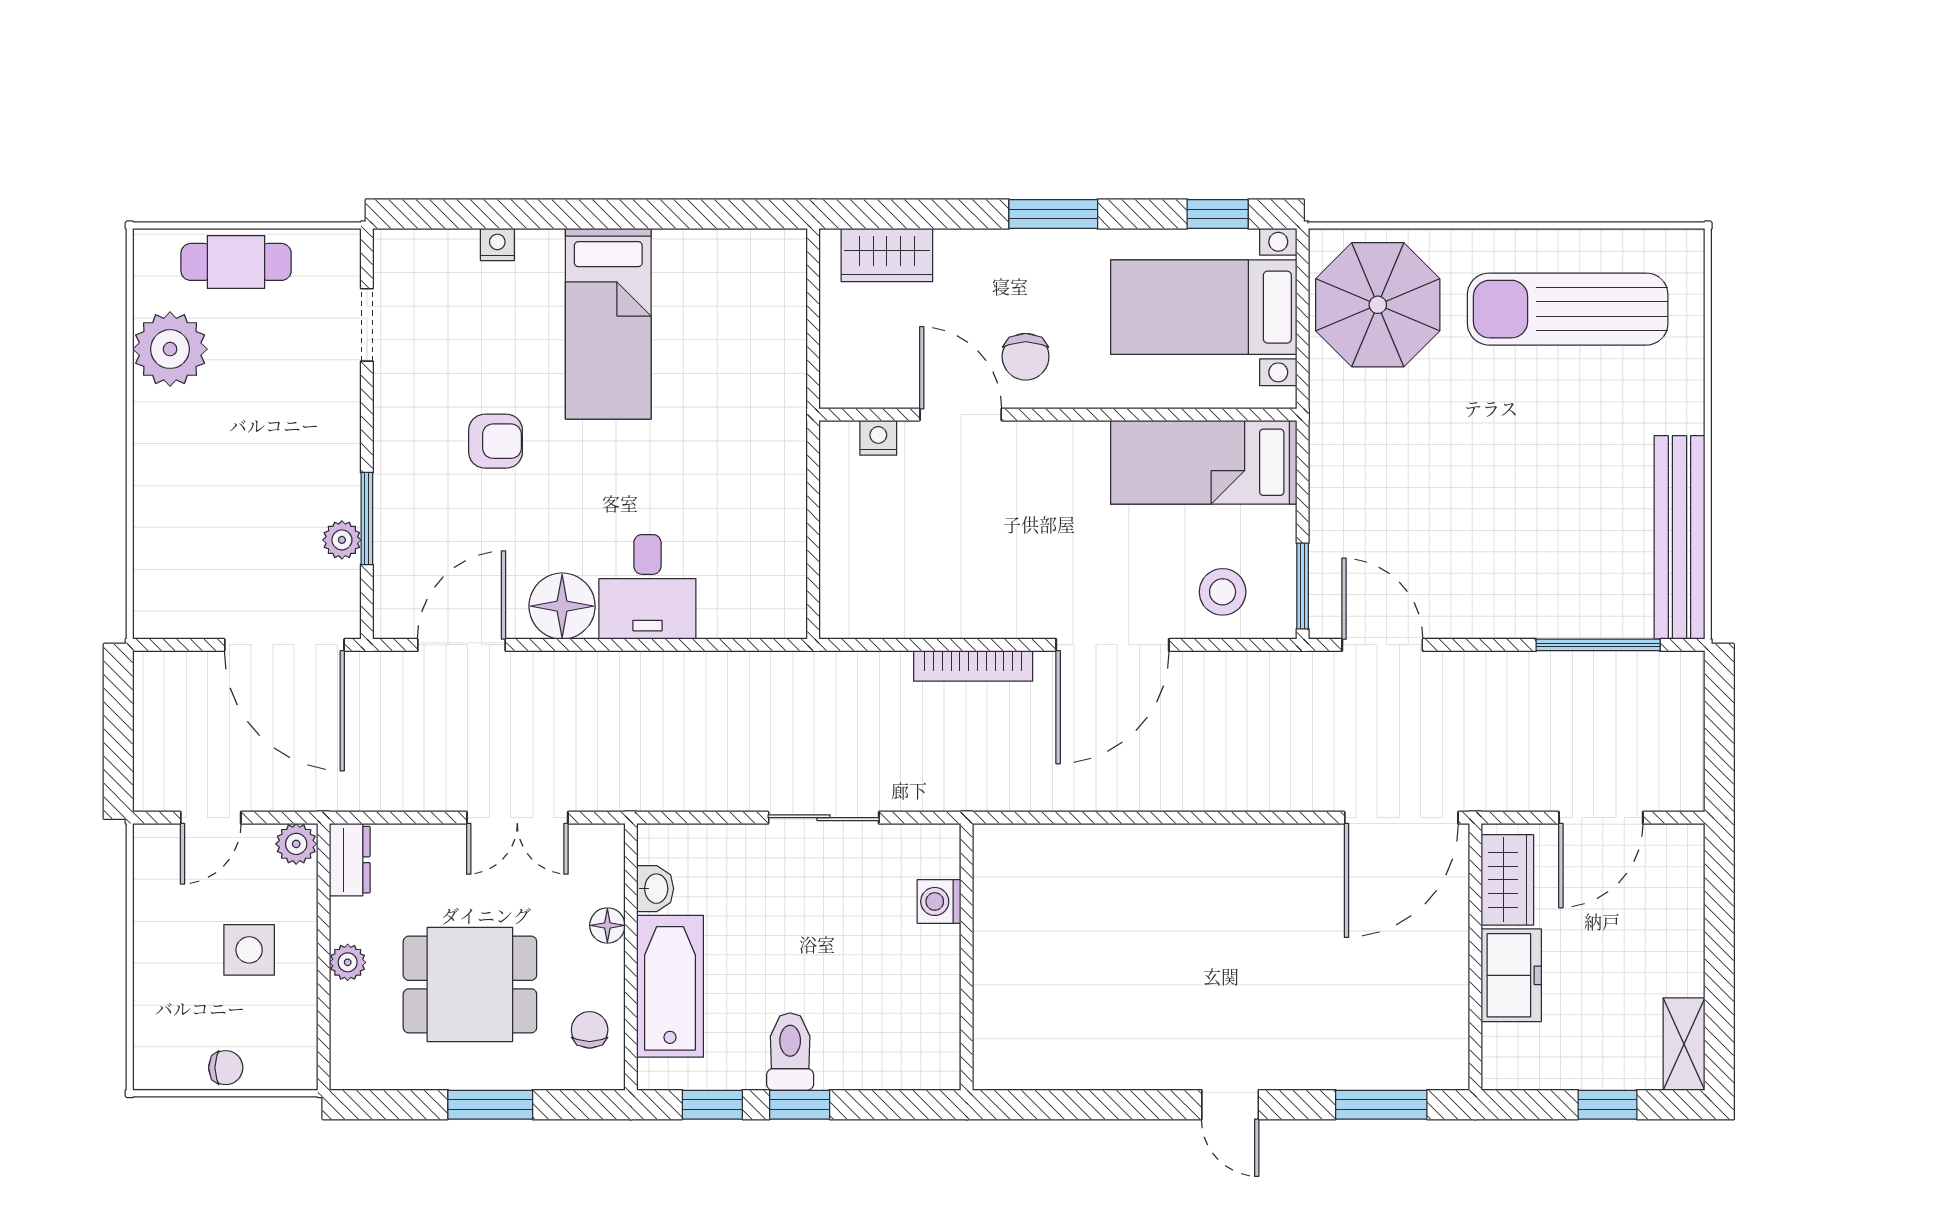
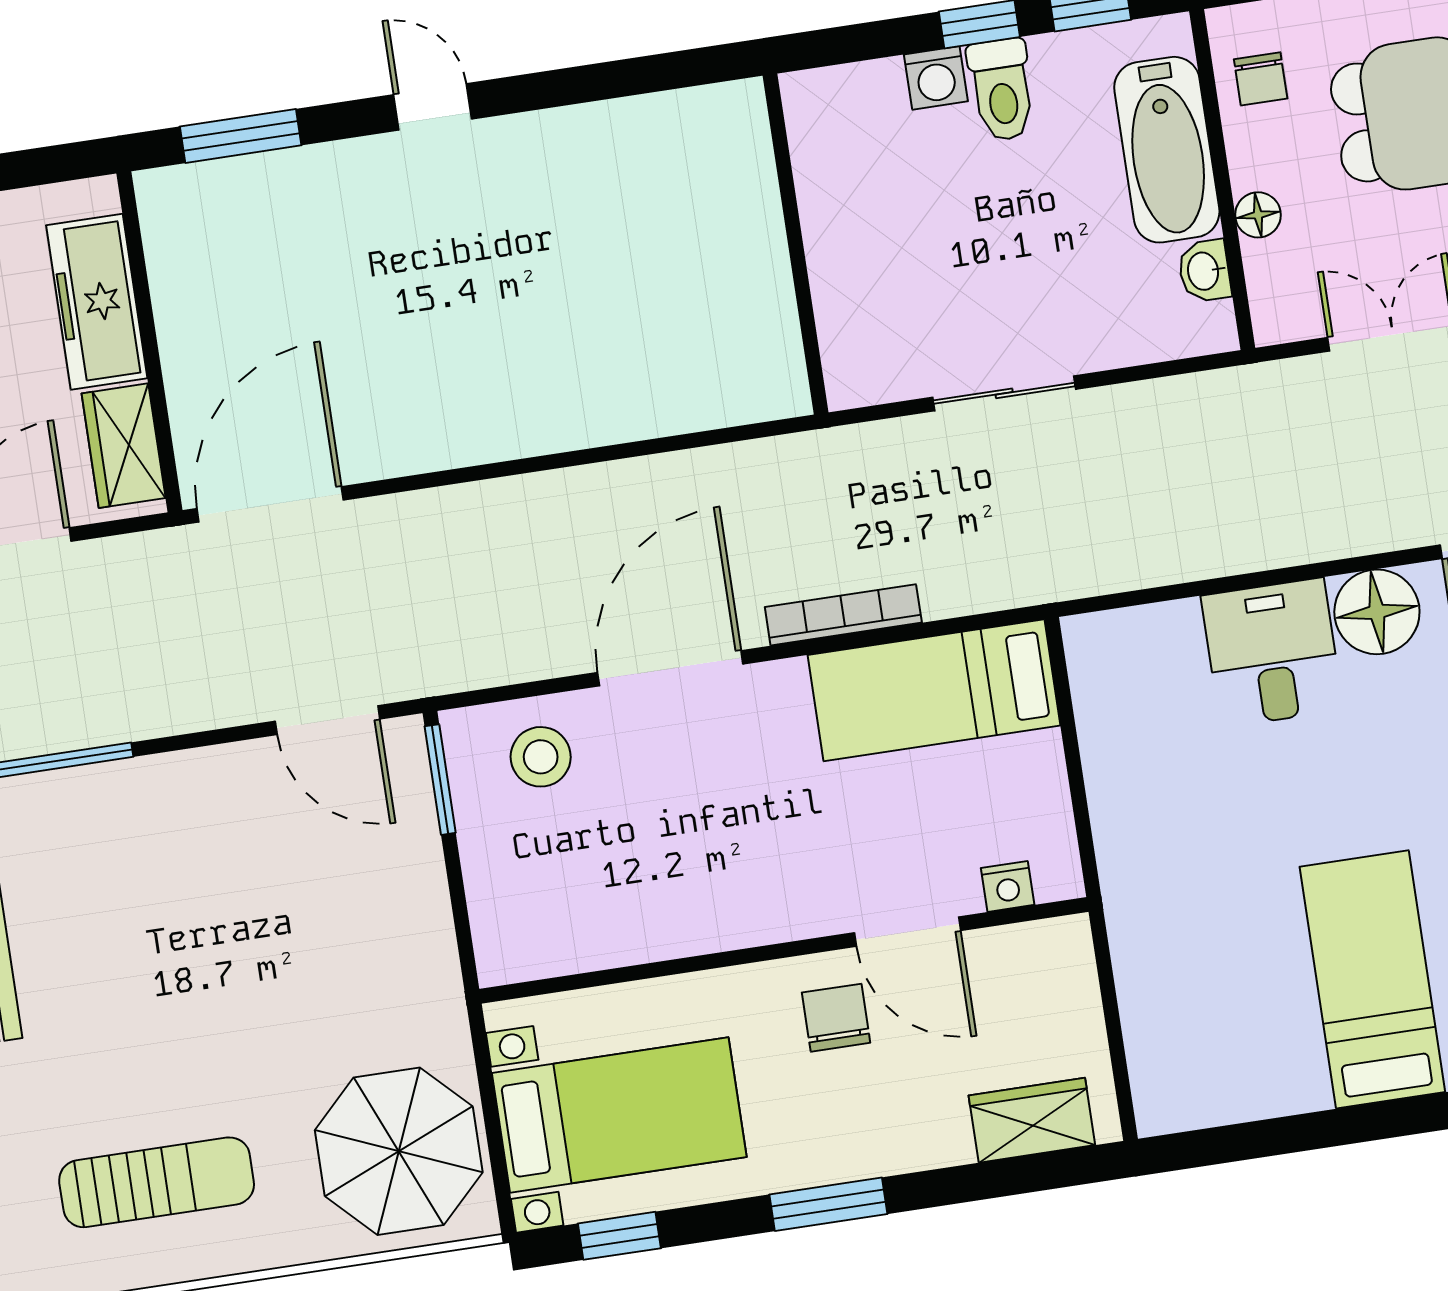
sun lounger: (1568, 309) -> (157, 1182), width x0.73, depth x0.75
bed: (1204, 462) -> (934, 690), moved, turned 180
washing machine: (939, 901) -> (936, 78), moved, turned 90
freezer: (1511, 975) -> (97, 302), width x1.40

